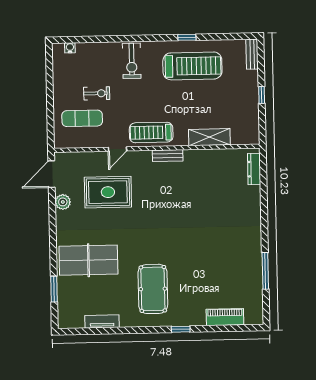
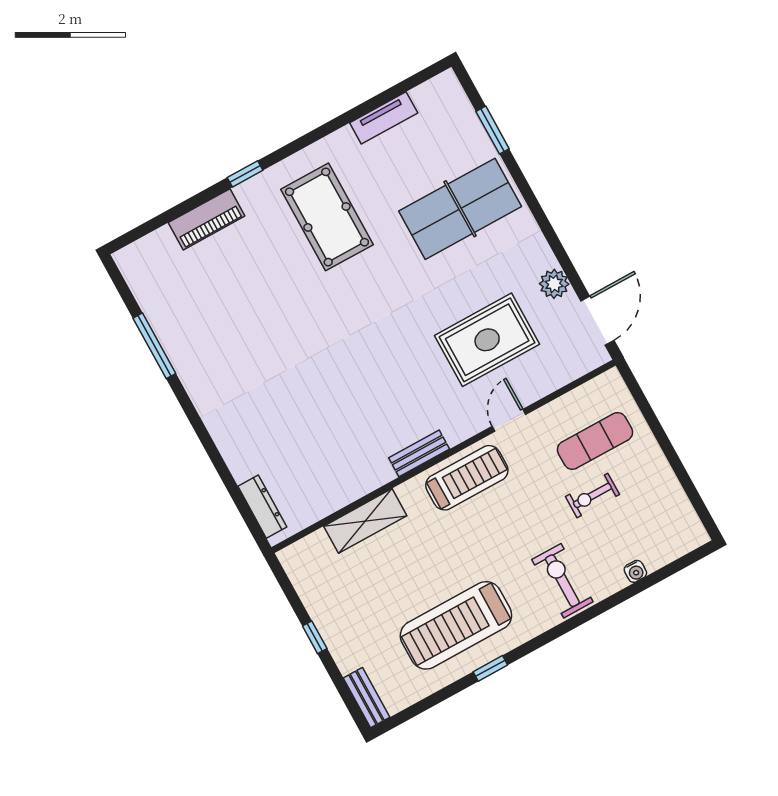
water cooler: (70, 48) -> (635, 571), moved
piano: (225, 317) -> (207, 219), moved

